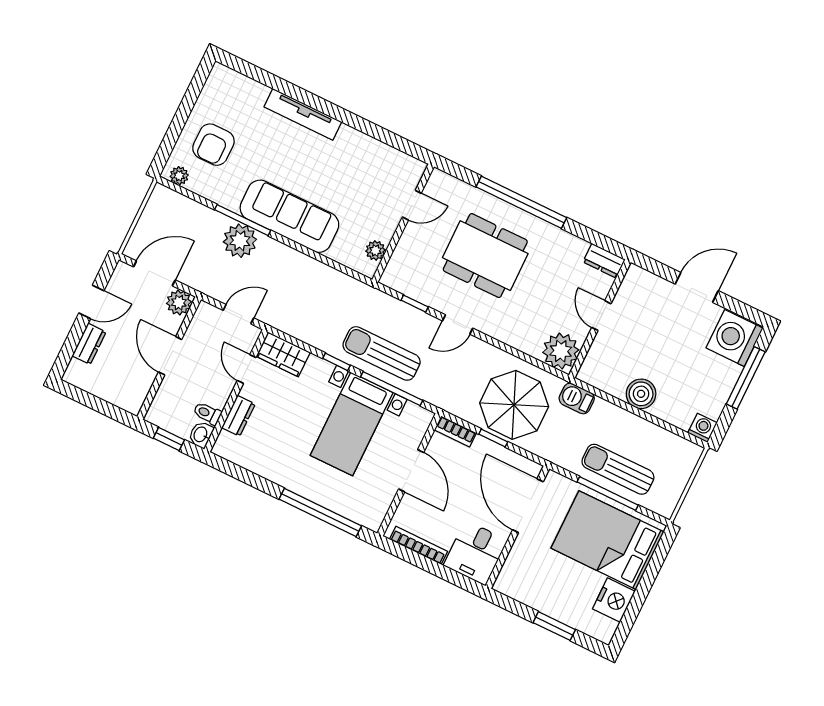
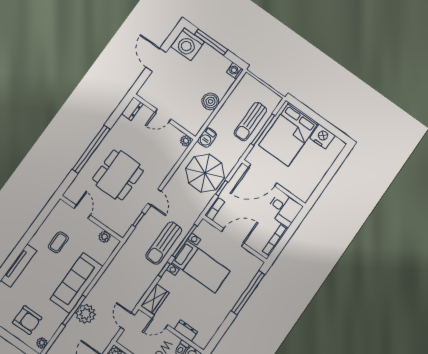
coffee table: (353, 174) -> (58, 242), added
plant: (561, 351) -> (186, 141), width x0.53, depth x0.53
window: (554, 626) -> (331, 172), removed

